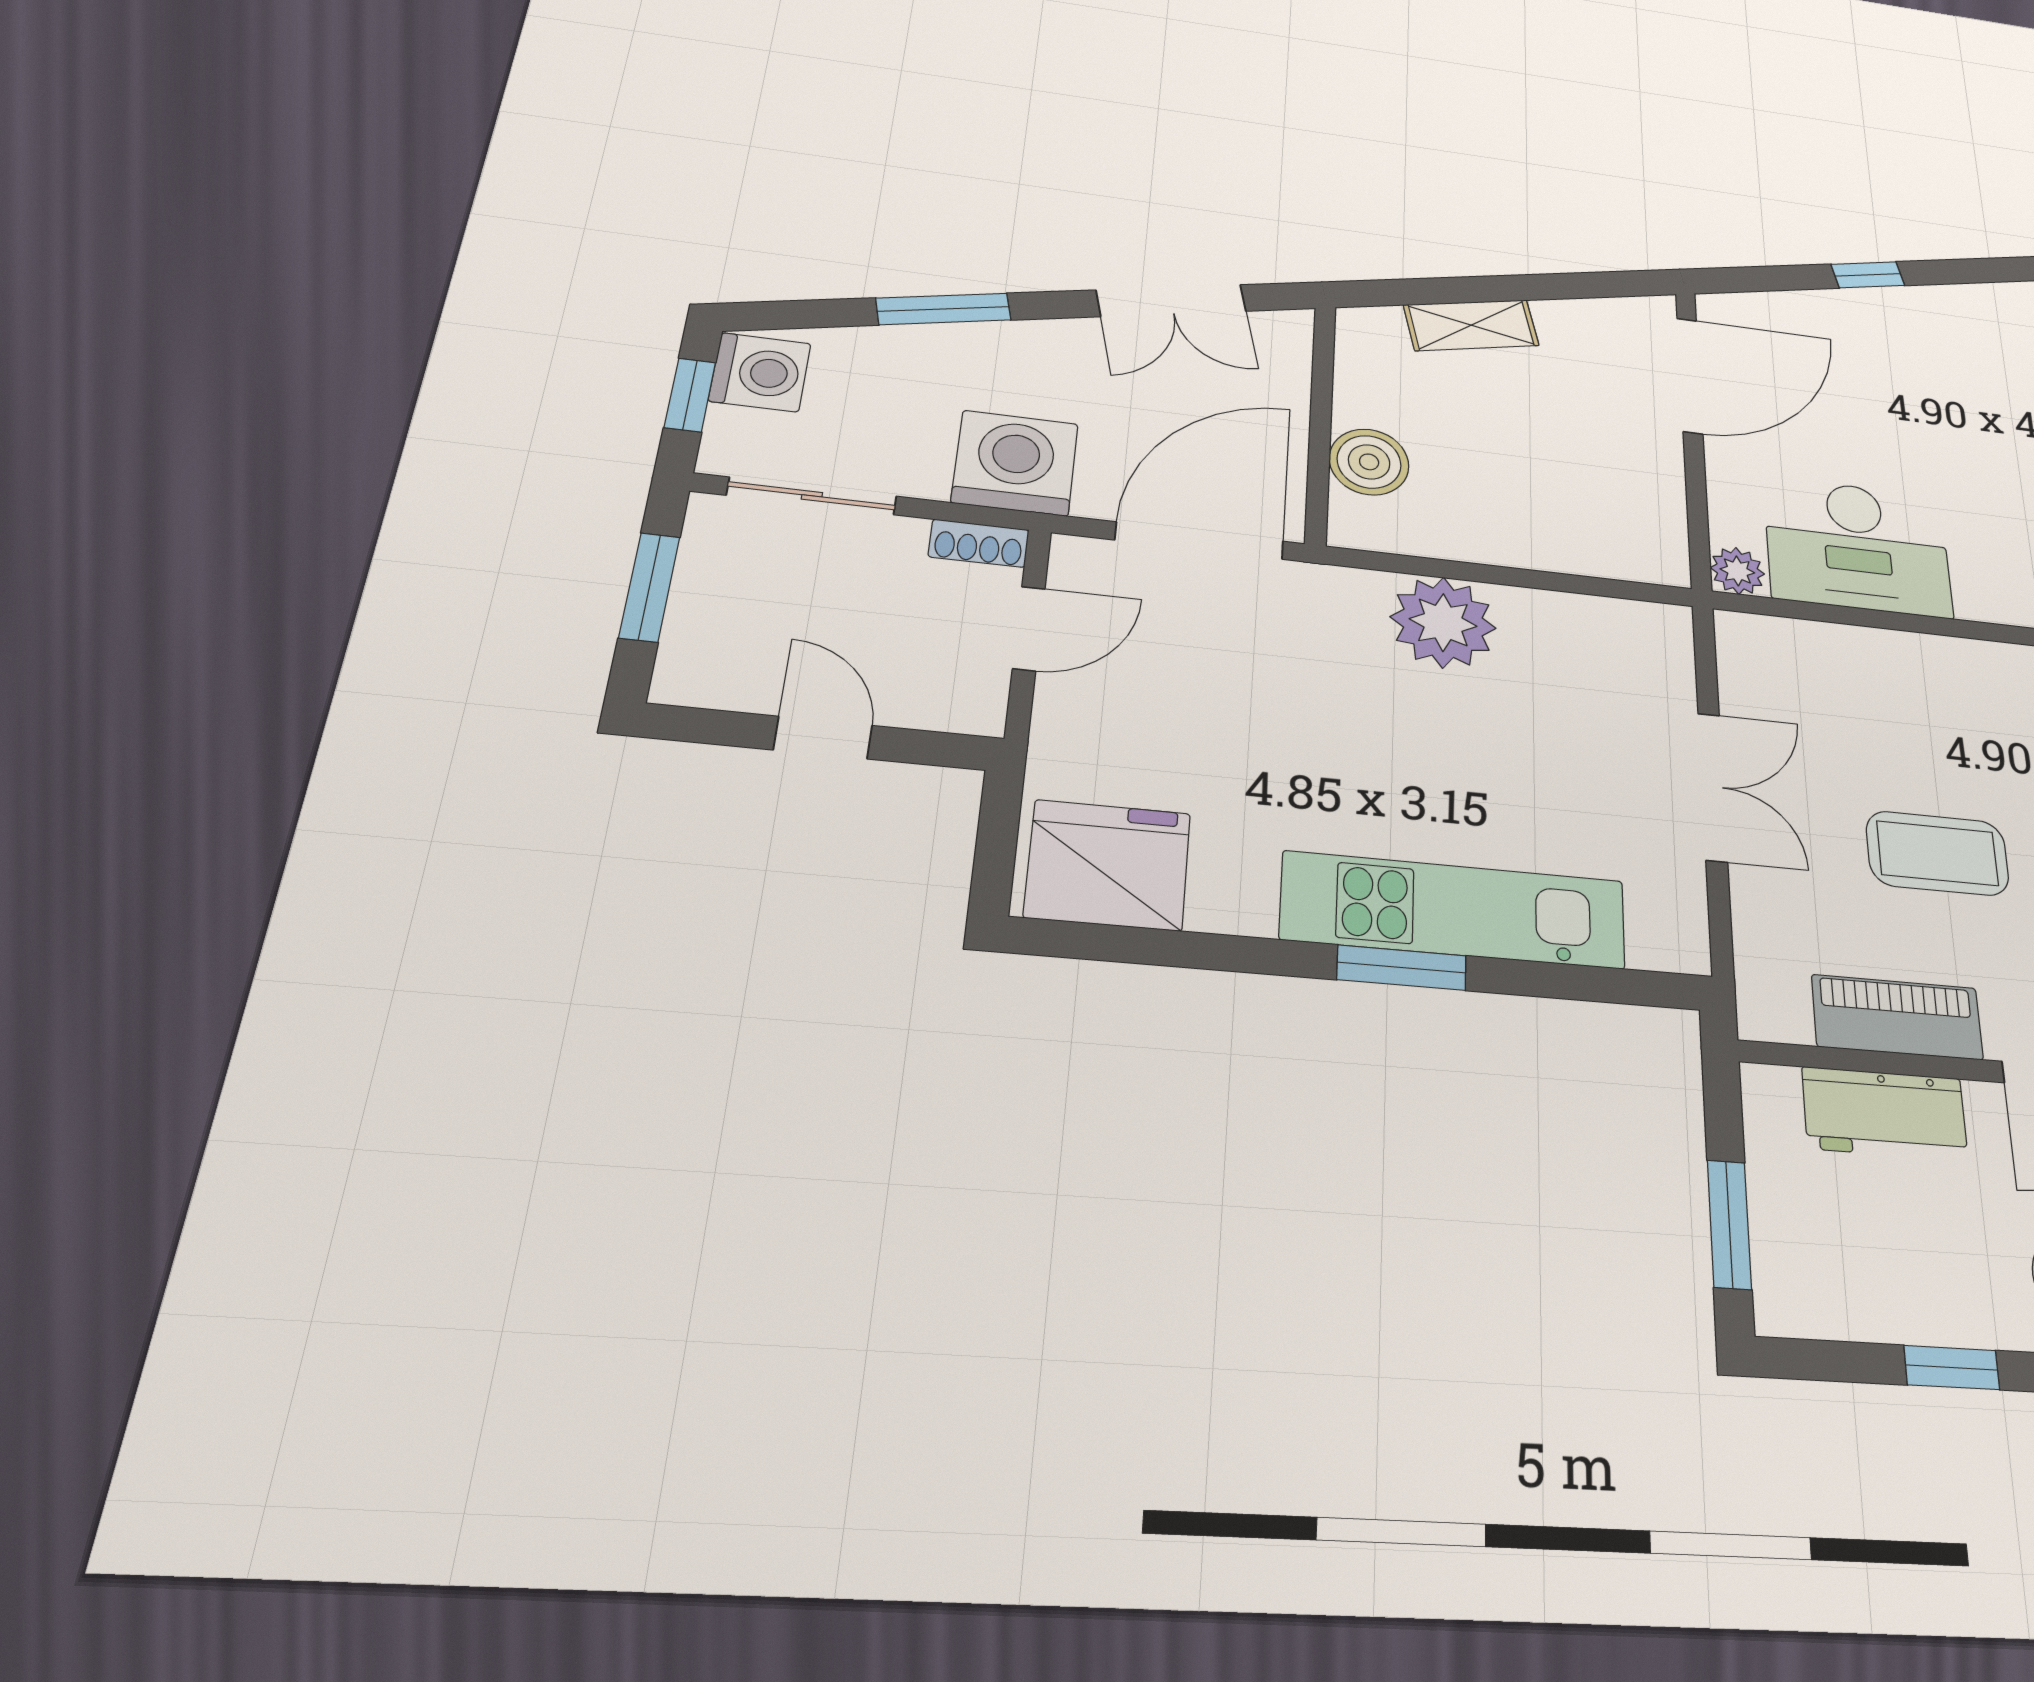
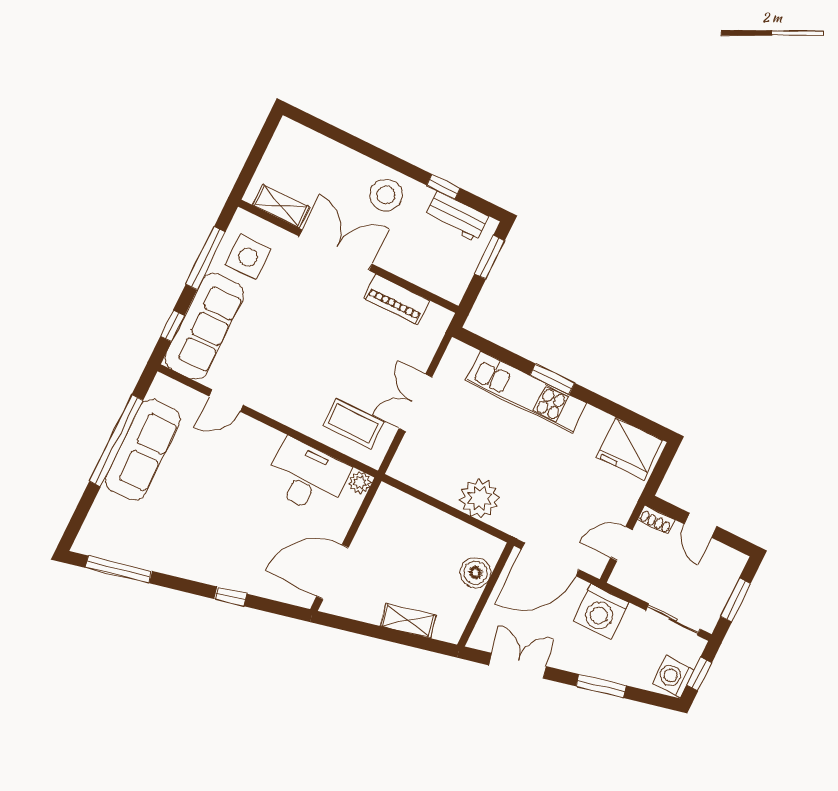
shoe rack: (979, 543) -> (656, 520), moved, turned 180
coffee table: (1938, 853) -> (353, 424), moved
workbench: (1885, 1113) -> (456, 217), moved, turned 180

